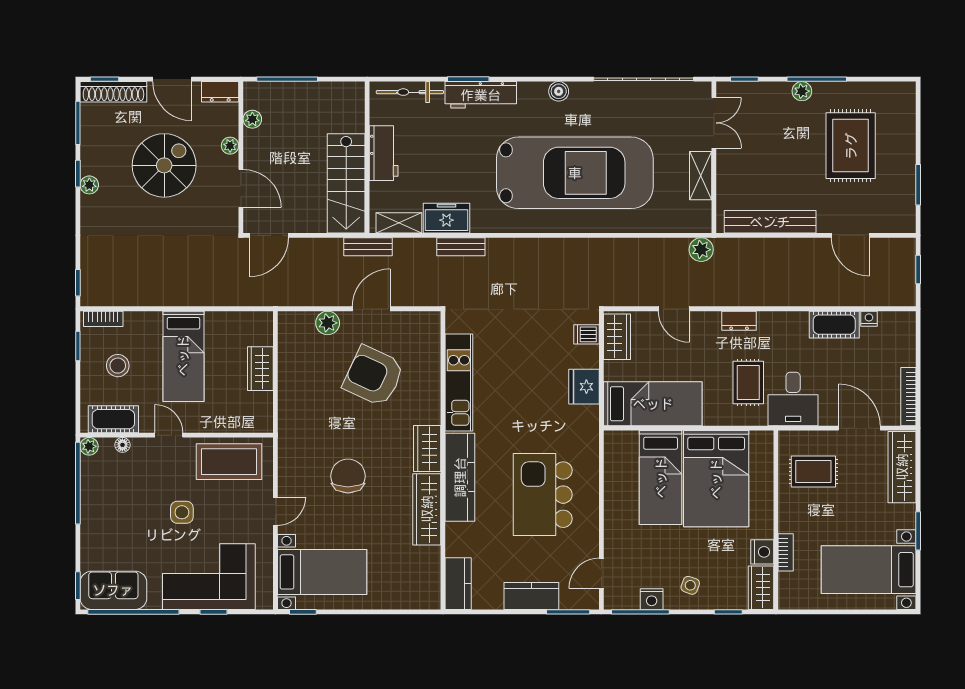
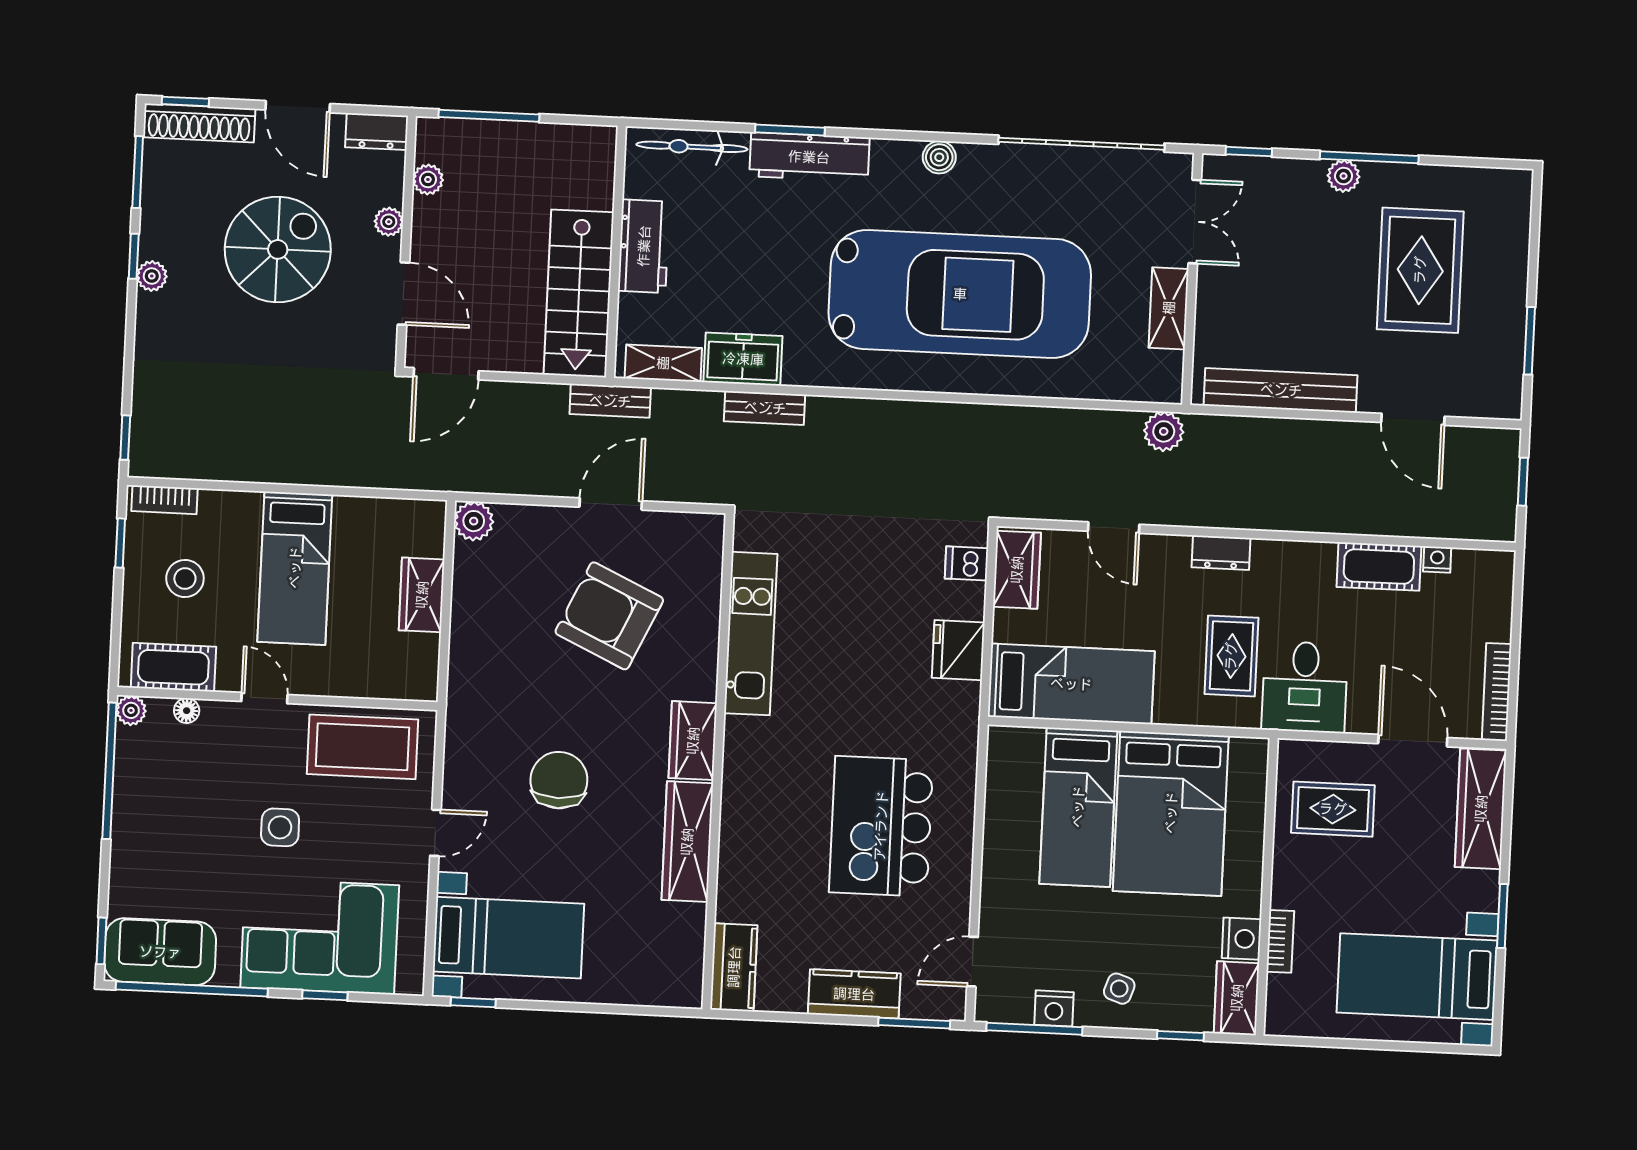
plant: (328, 323) -> (474, 521), moved
kitchen counter: (460, 477) -> (745, 791), removed

